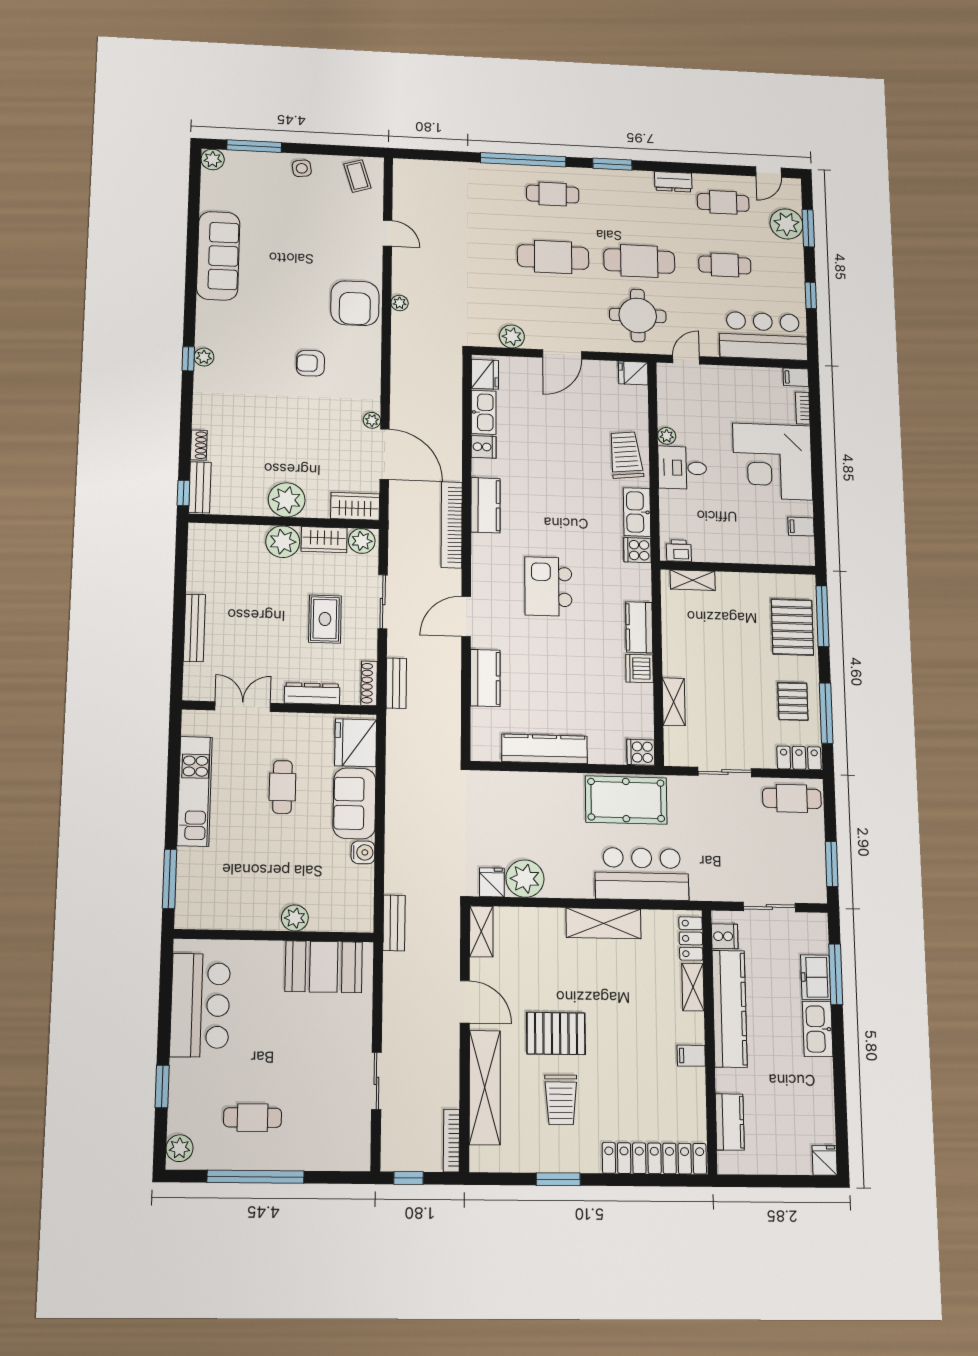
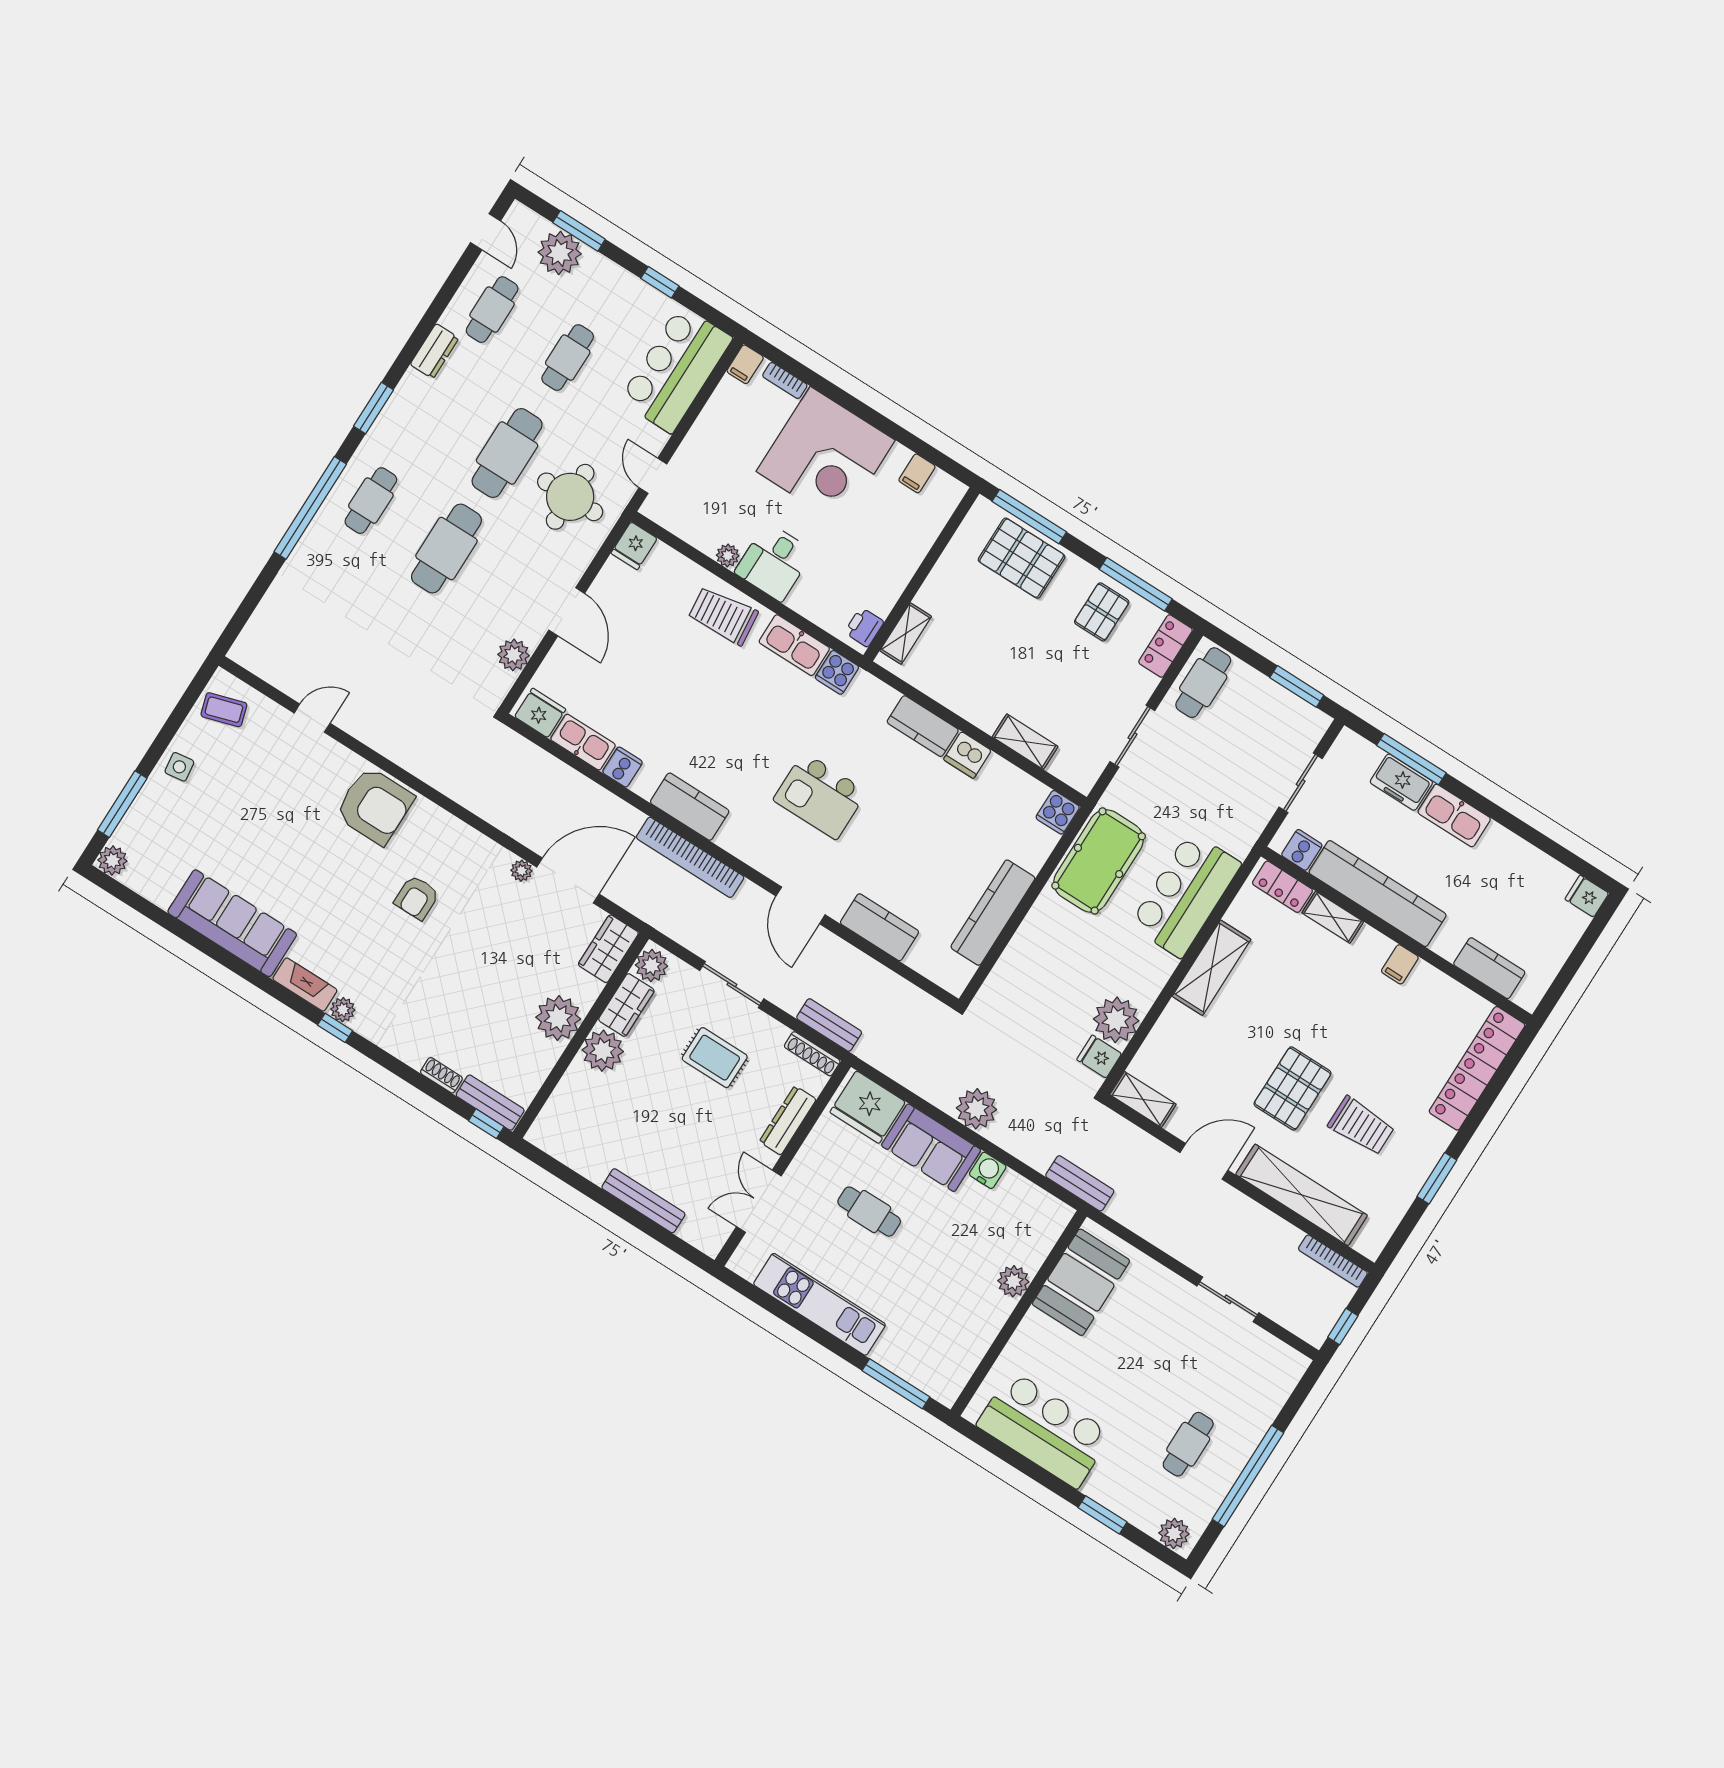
plant: (400, 303) -> (976, 1109), moved, width x1.87, depth x1.87
fireplace: (206, 324) -> (305, 985), added
pallet: (793, 701) -> (1102, 612), turned 90

